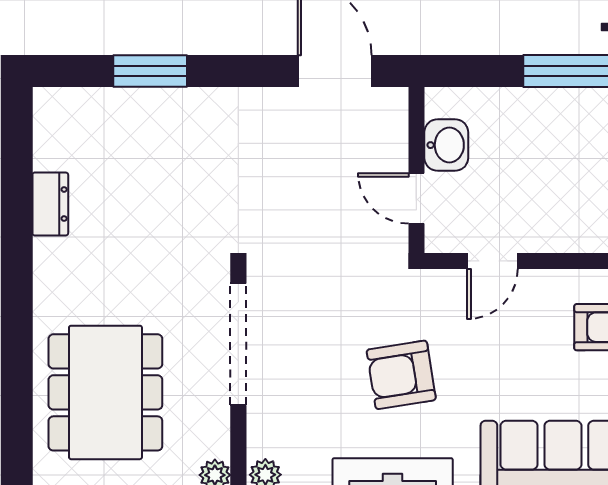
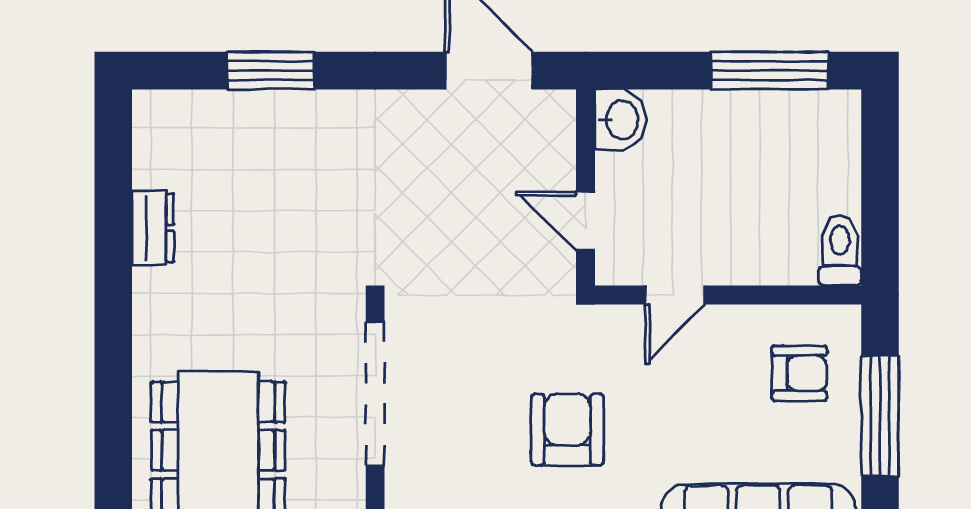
washbasin: (446, 145) -> (621, 120), moved
armchair: (401, 375) -> (567, 430), turned 99

